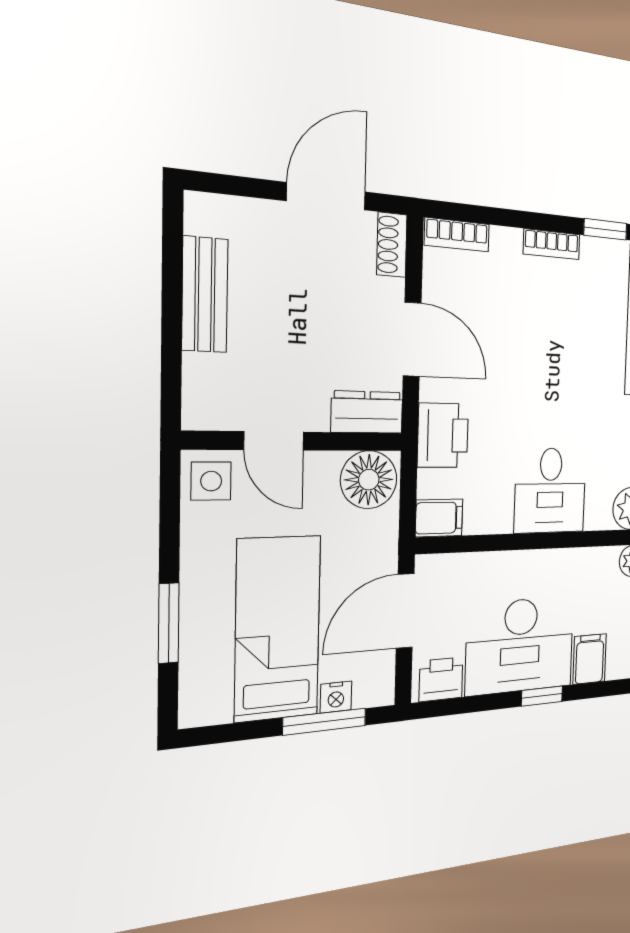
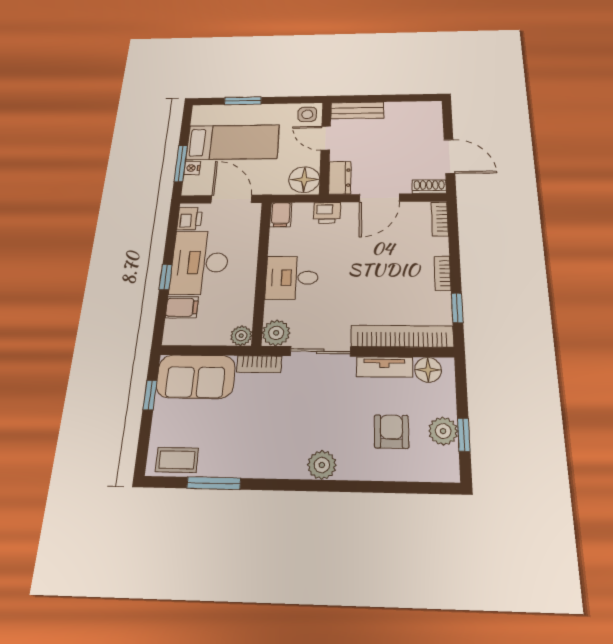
bench: (205, 295) -> (357, 110), moved
printer: (443, 435) -> (327, 213), width x0.73, depth x0.81
door: (274, 441) -> (326, 138), hinge flipped

